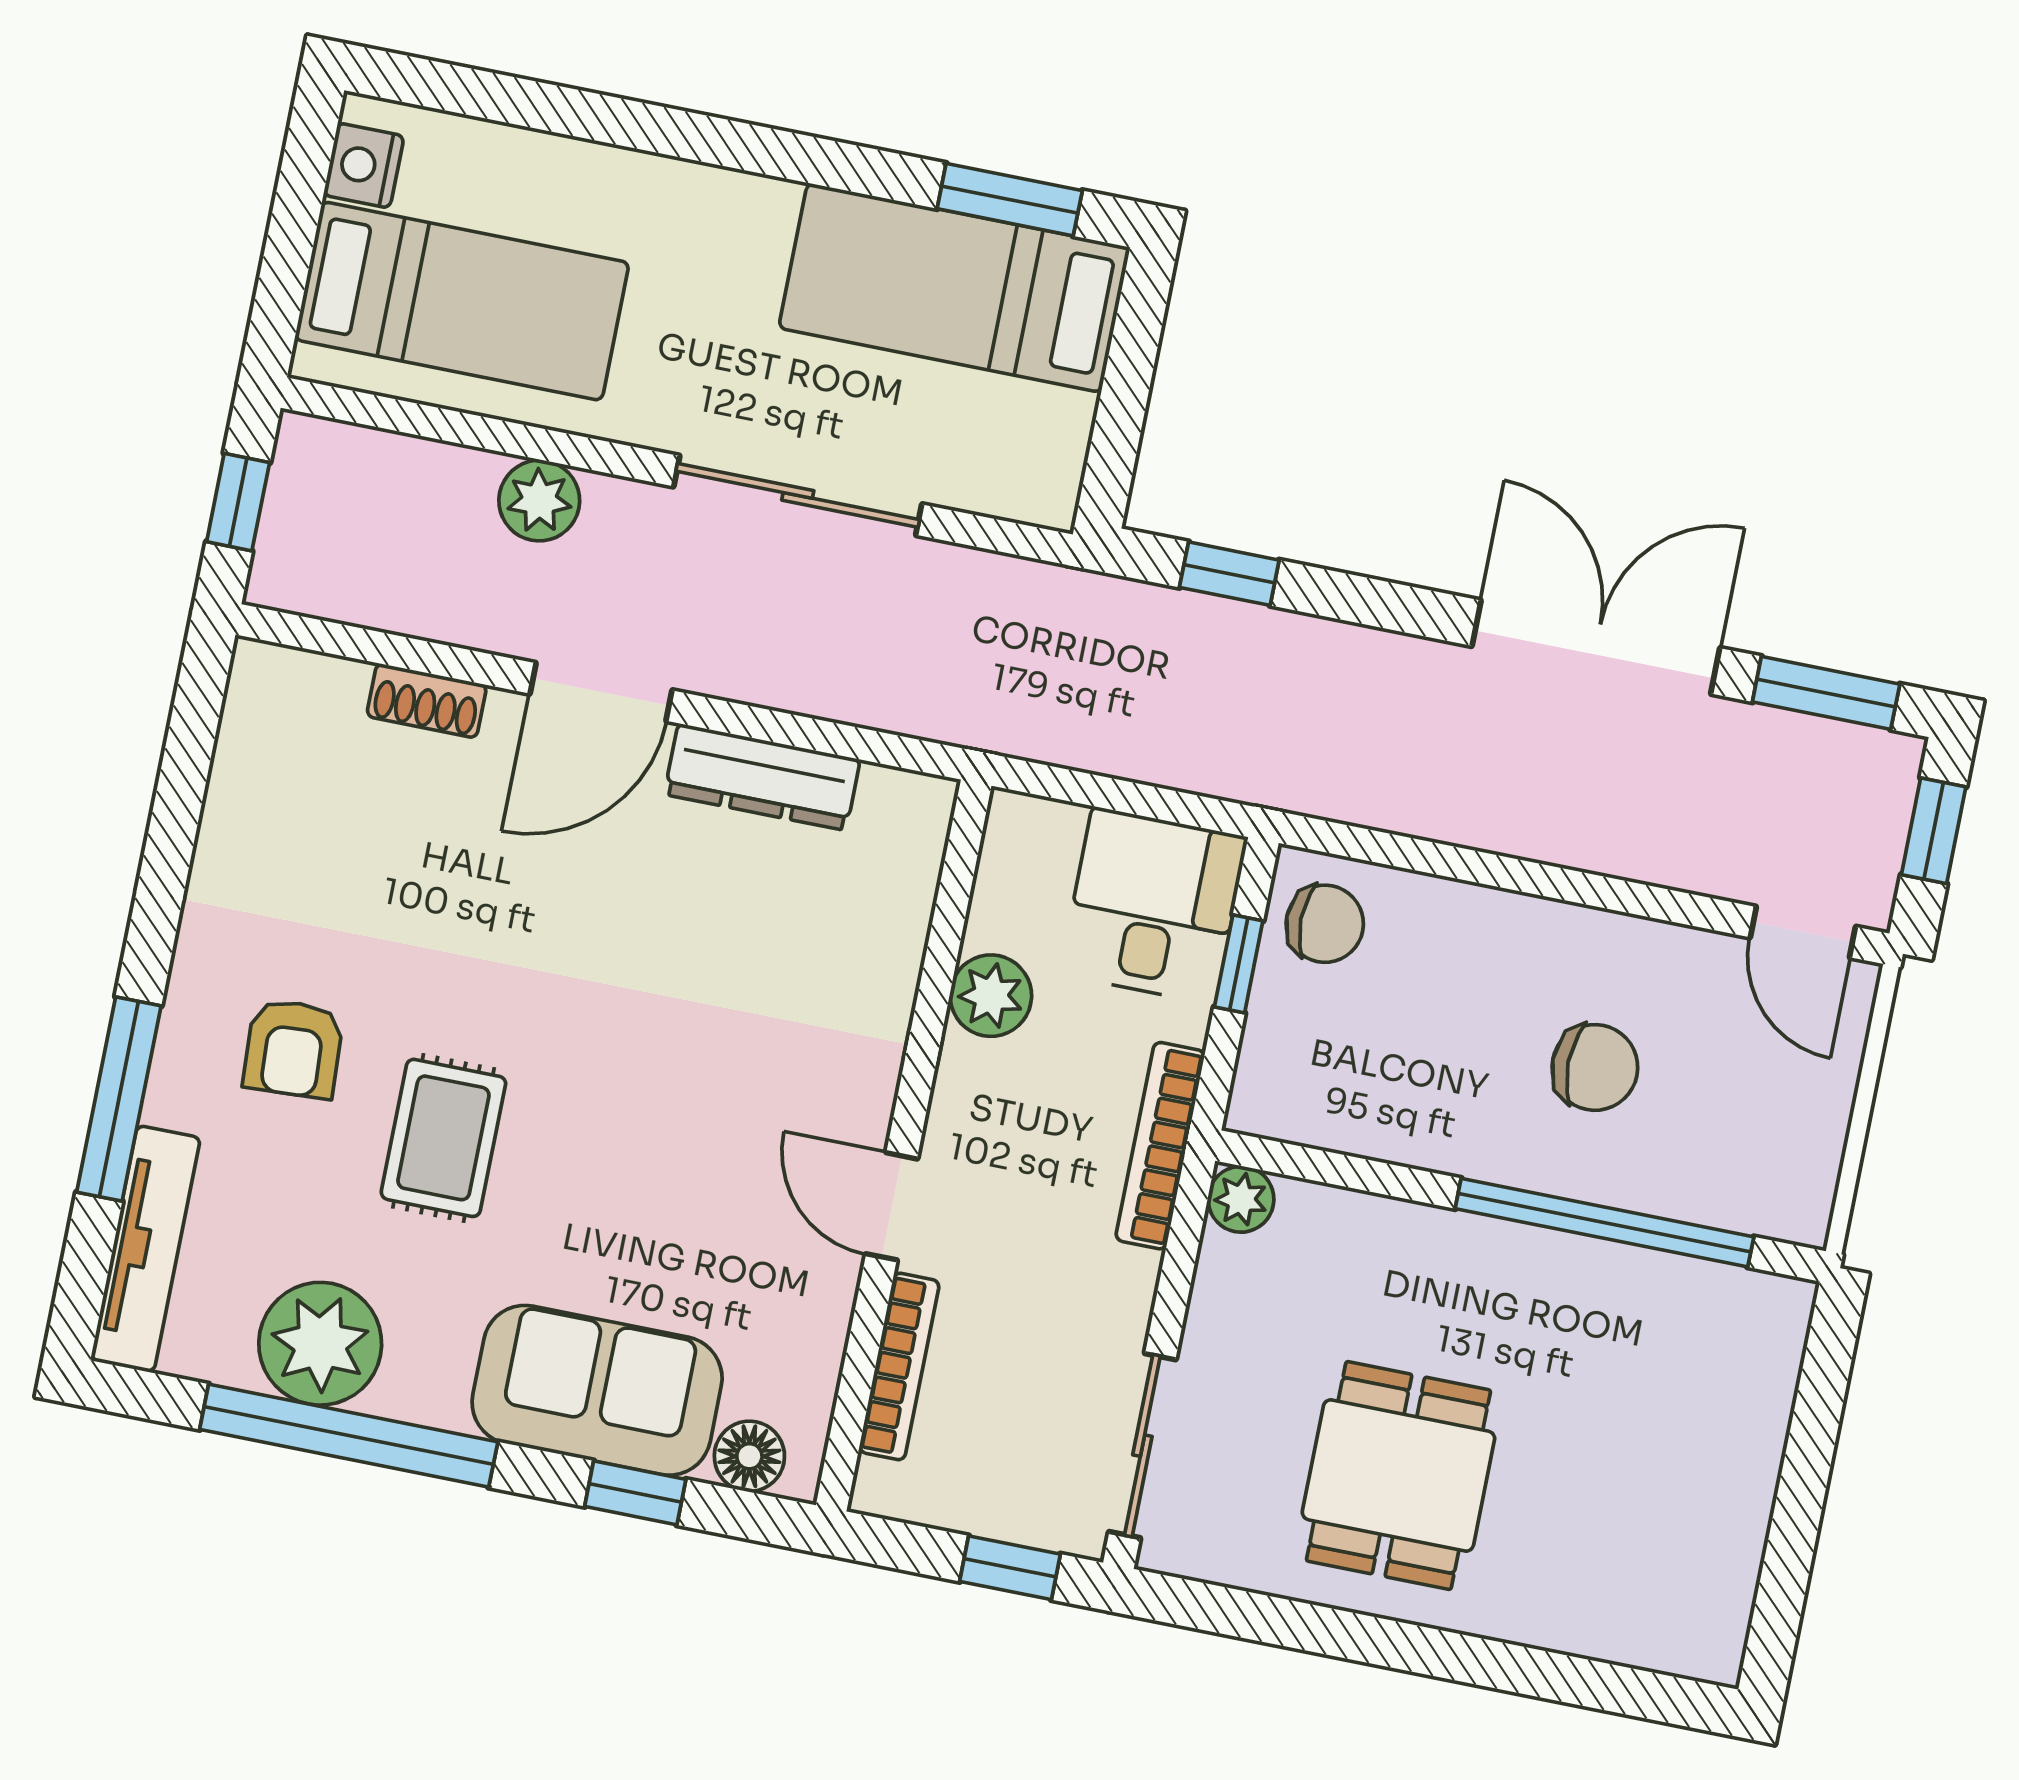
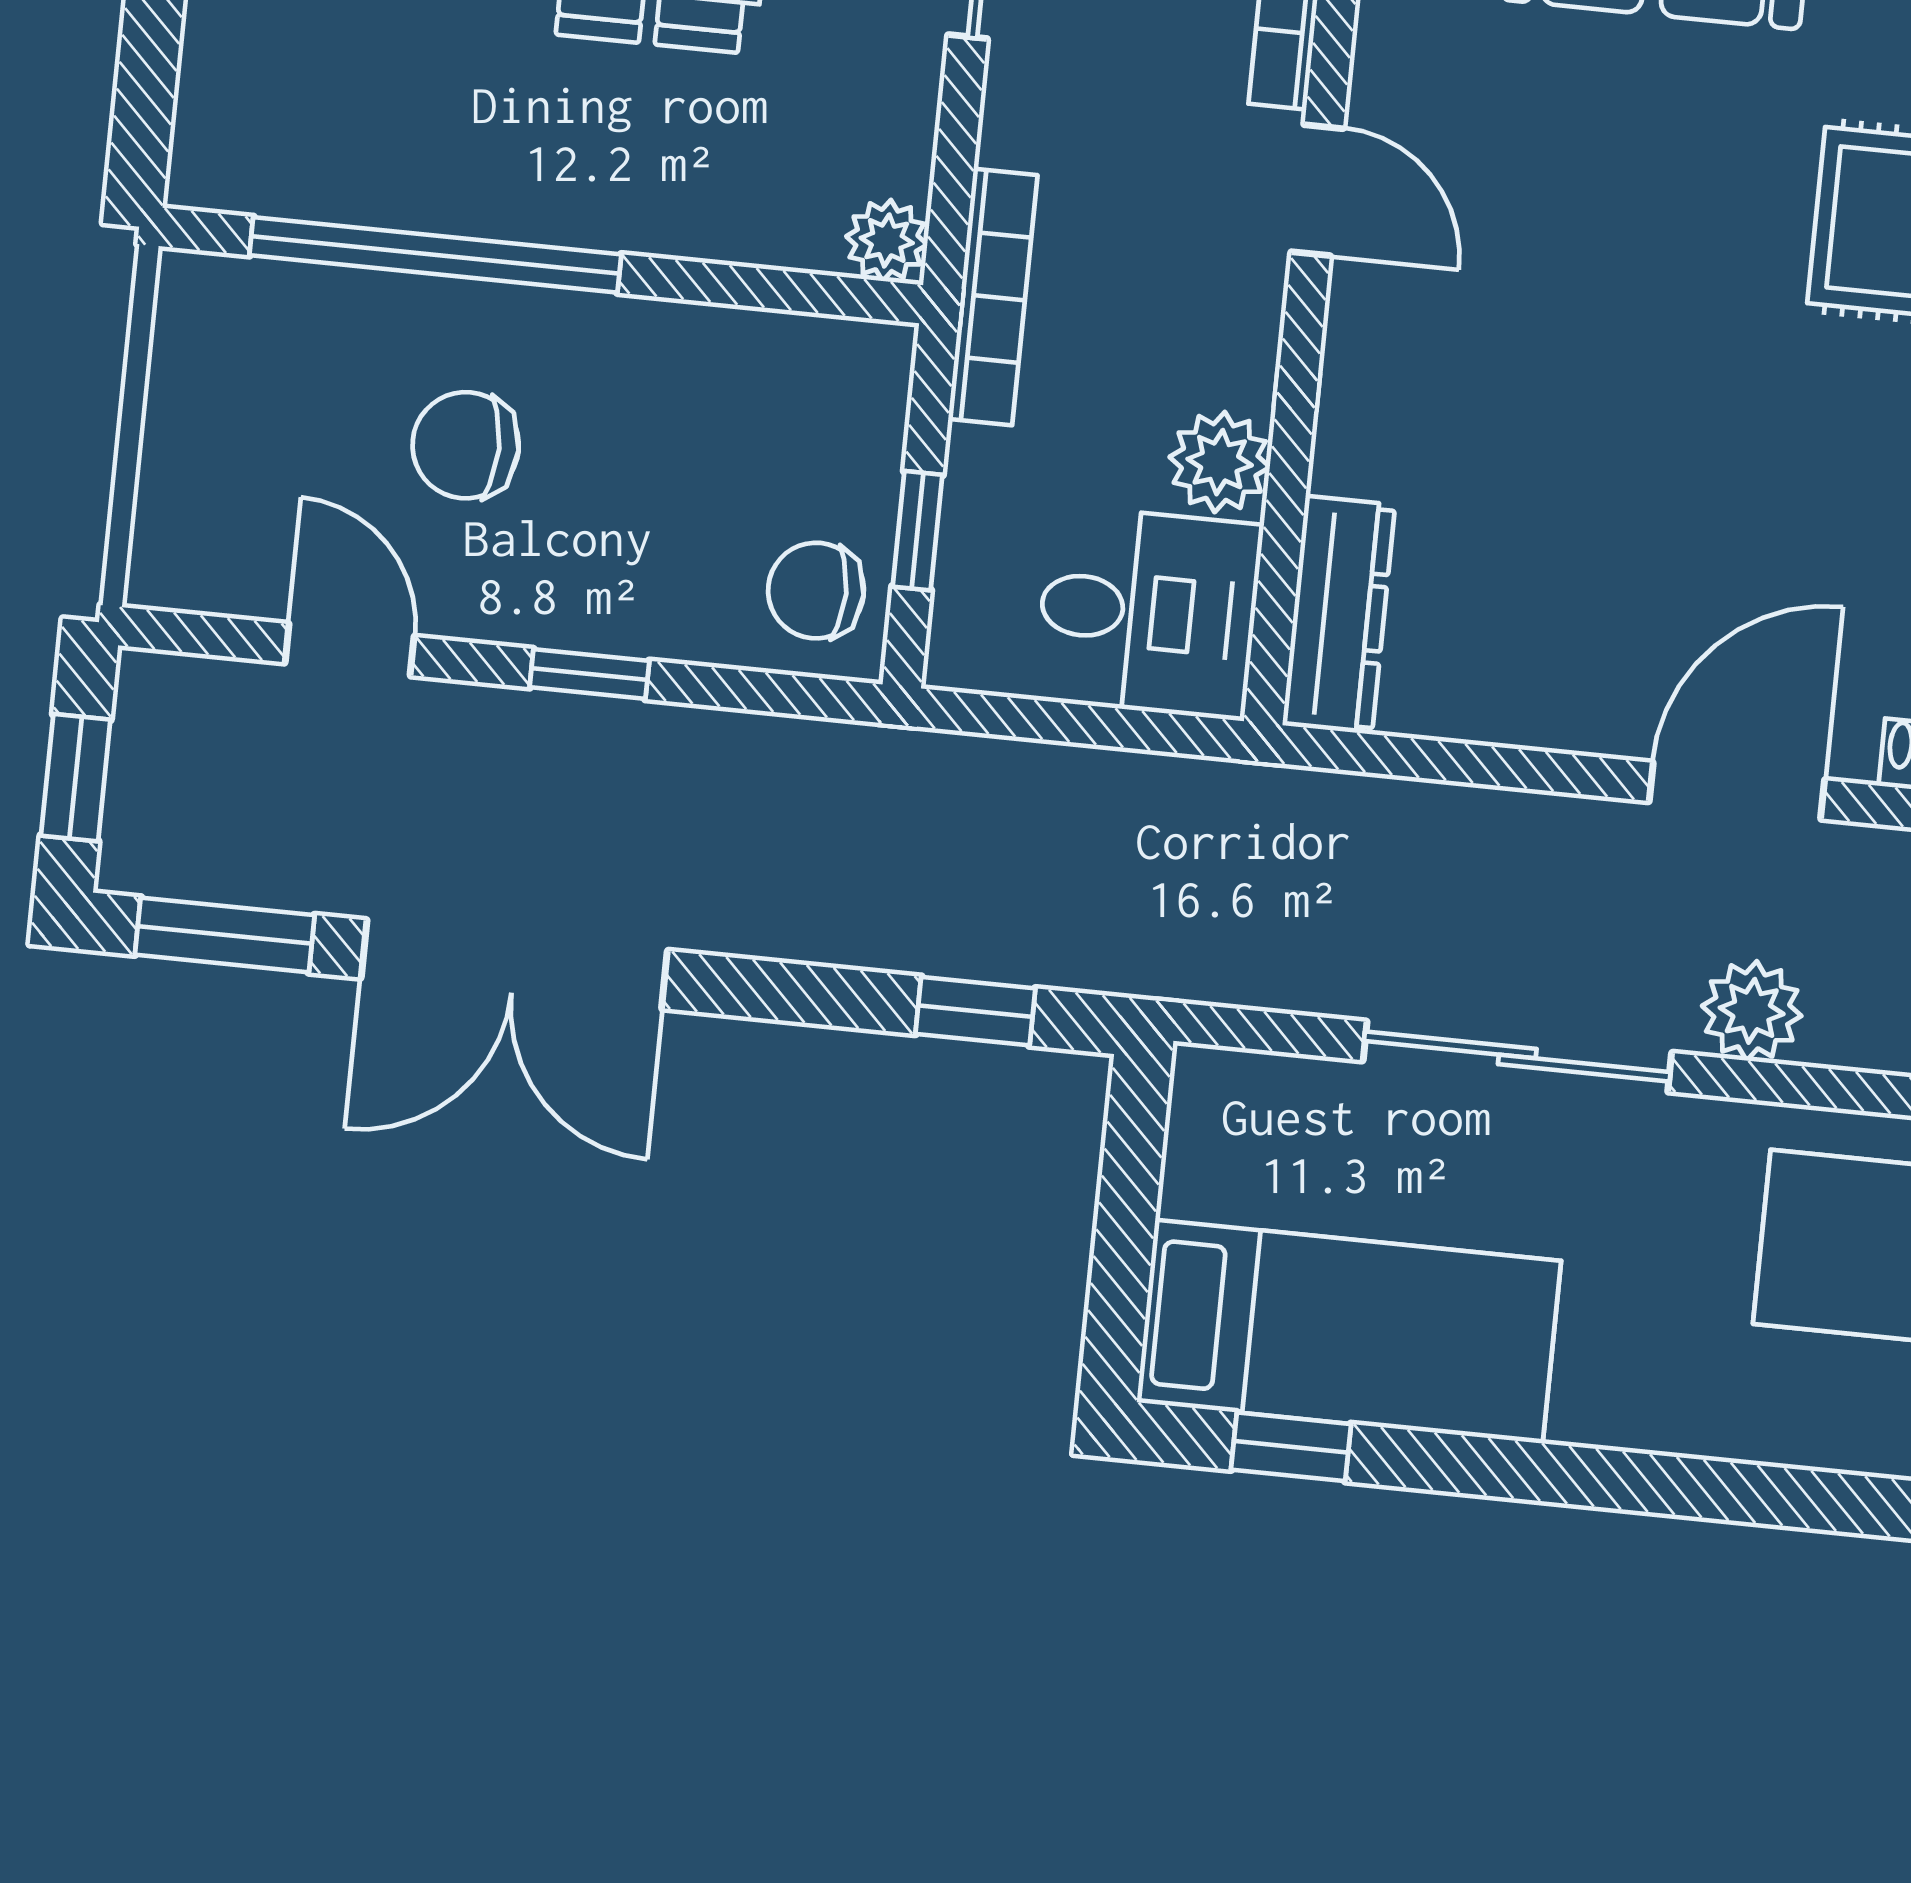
window: (1010, 200) -> (1291, 1447), width x0.67
plant: (539, 501) -> (1752, 1011), moved
dresser: (762, 777) -> (1339, 615), moved, turned 90
window: (1513, 874) -> (589, 674), added
desk: (1153, 906) -> (1148, 612), moved, turned -90
door: (1803, 932) -> (350, 650), moved

